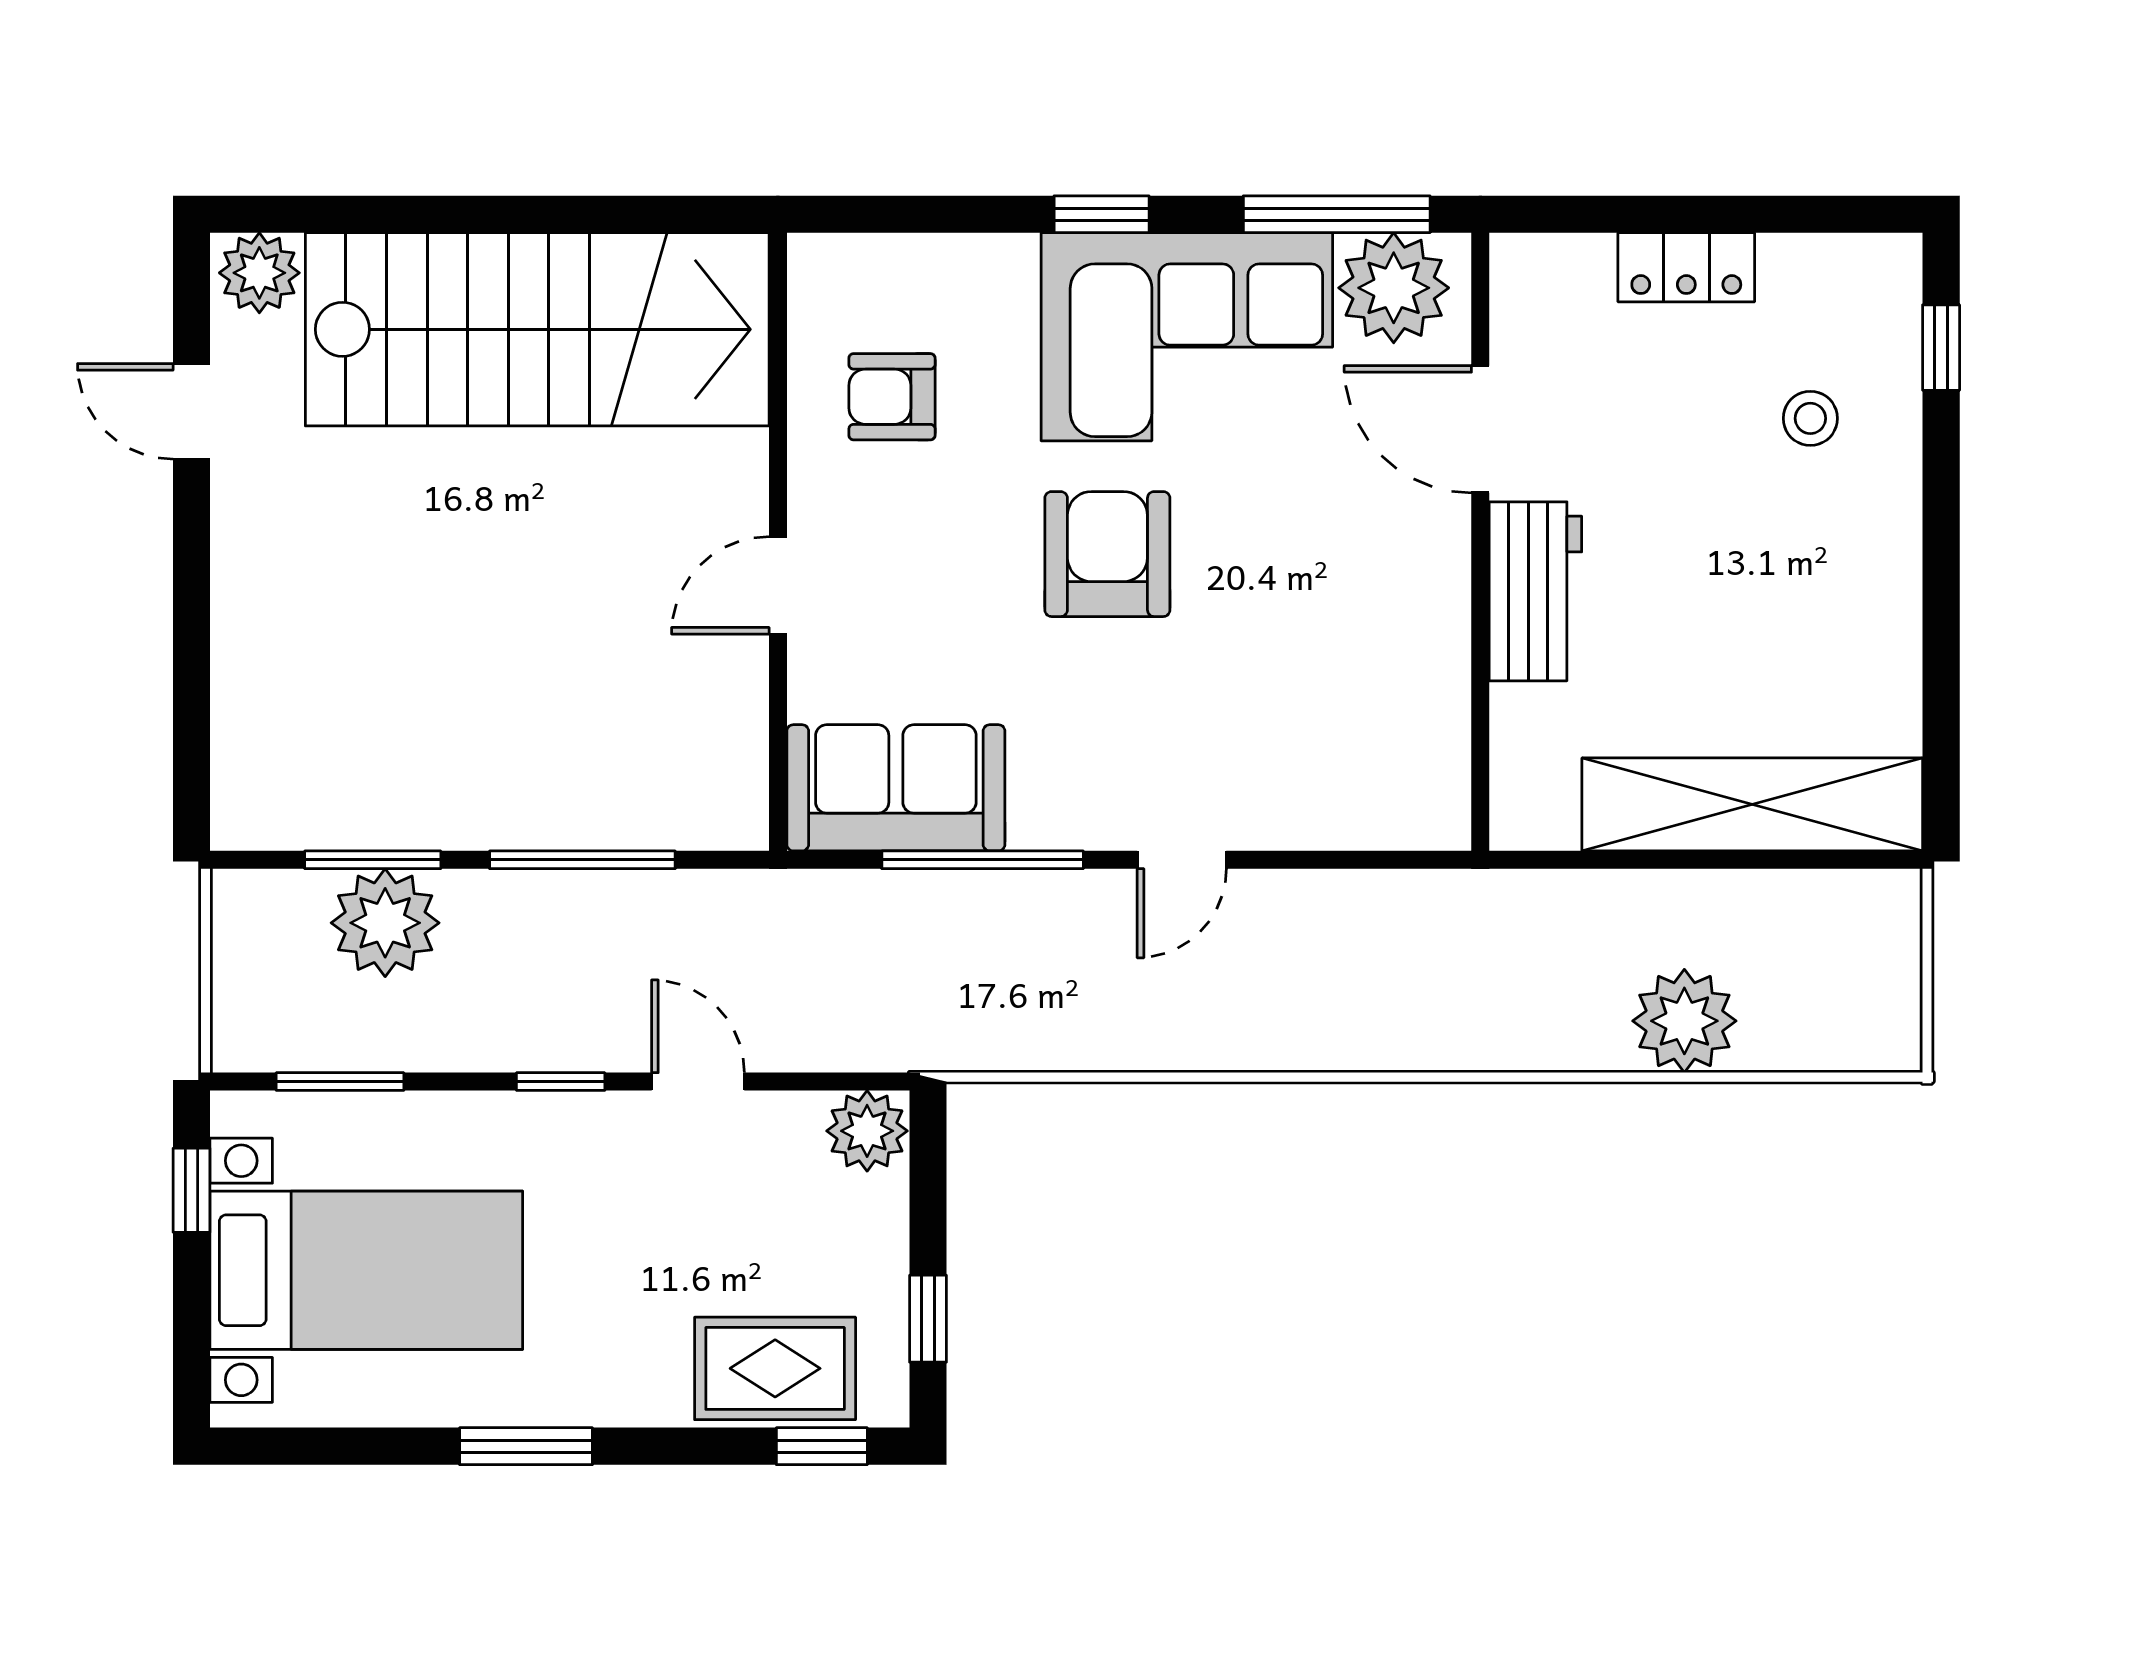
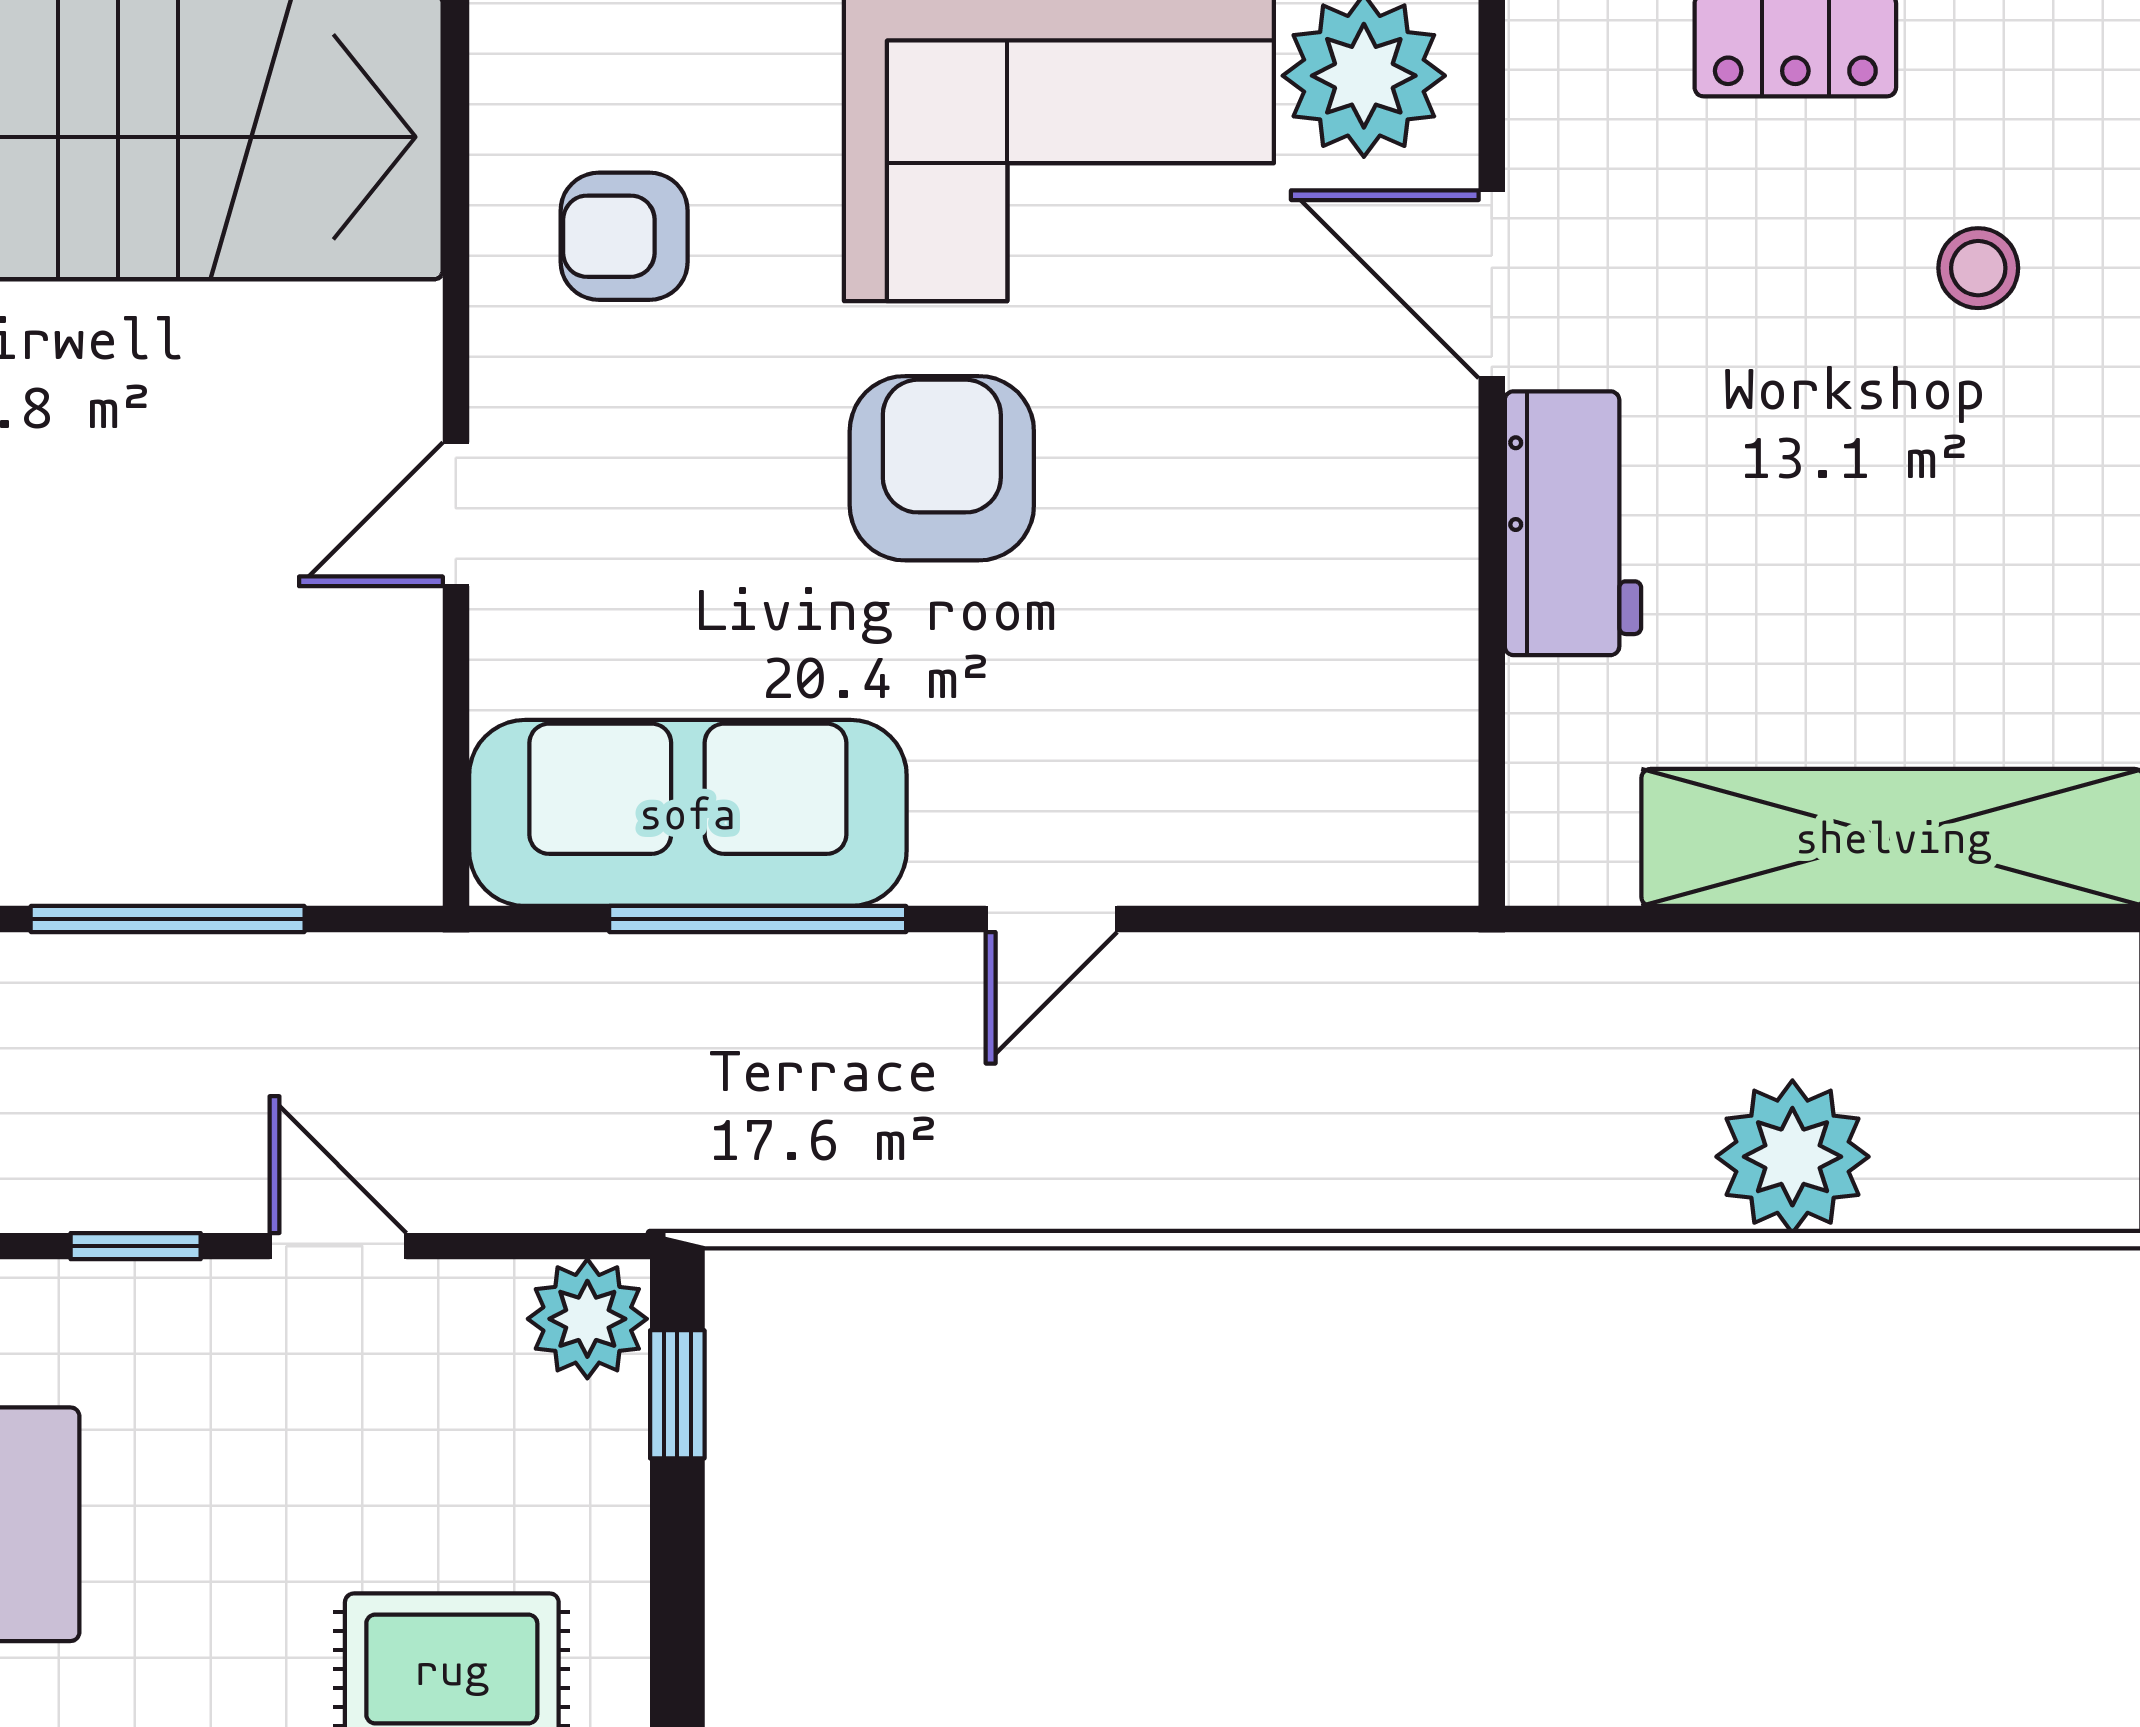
sofa: (896, 788) -> (688, 813), width x1.36
window: (928, 1319) -> (677, 1394), moved

